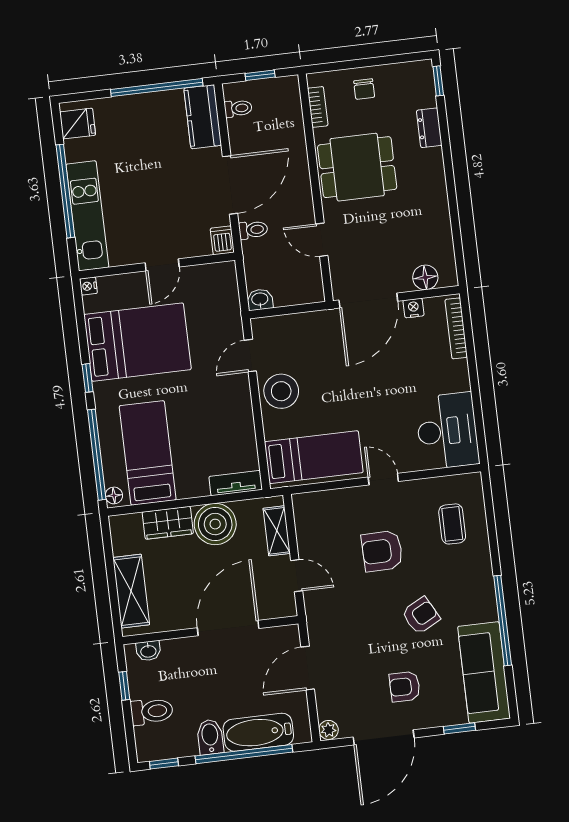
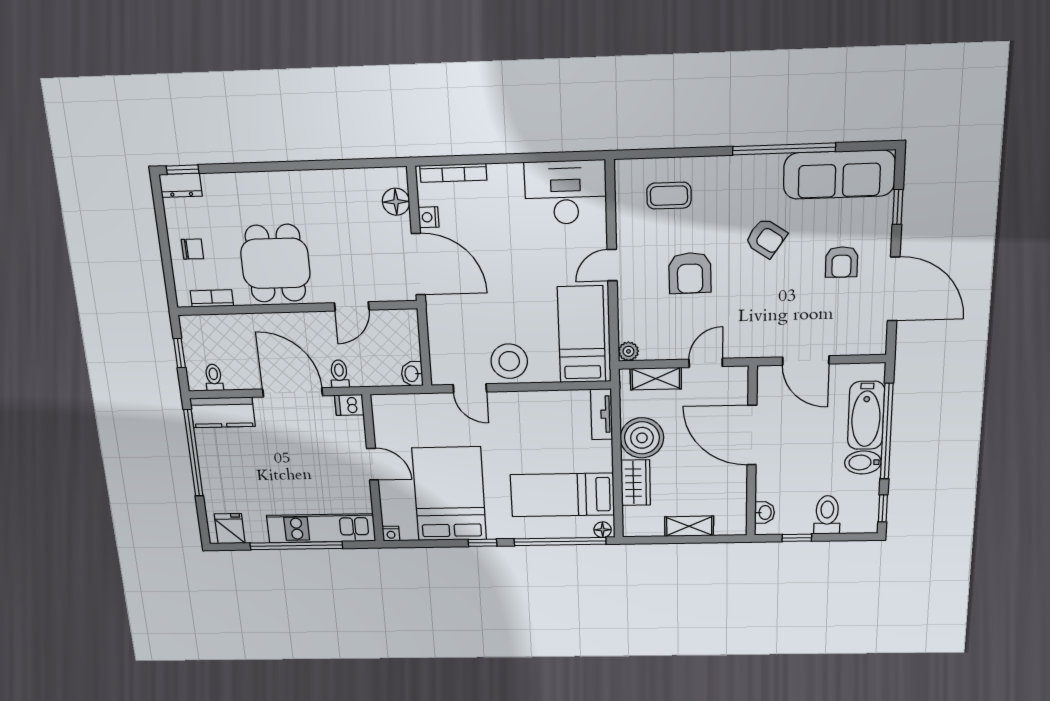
dresser: (429, 128) -> (180, 185), moved
shelving: (131, 591) -> (689, 526), width x0.67, depth x0.75
armchair: (421, 616) -> (766, 238), turned 152
plant: (329, 730) -> (628, 351), moved

